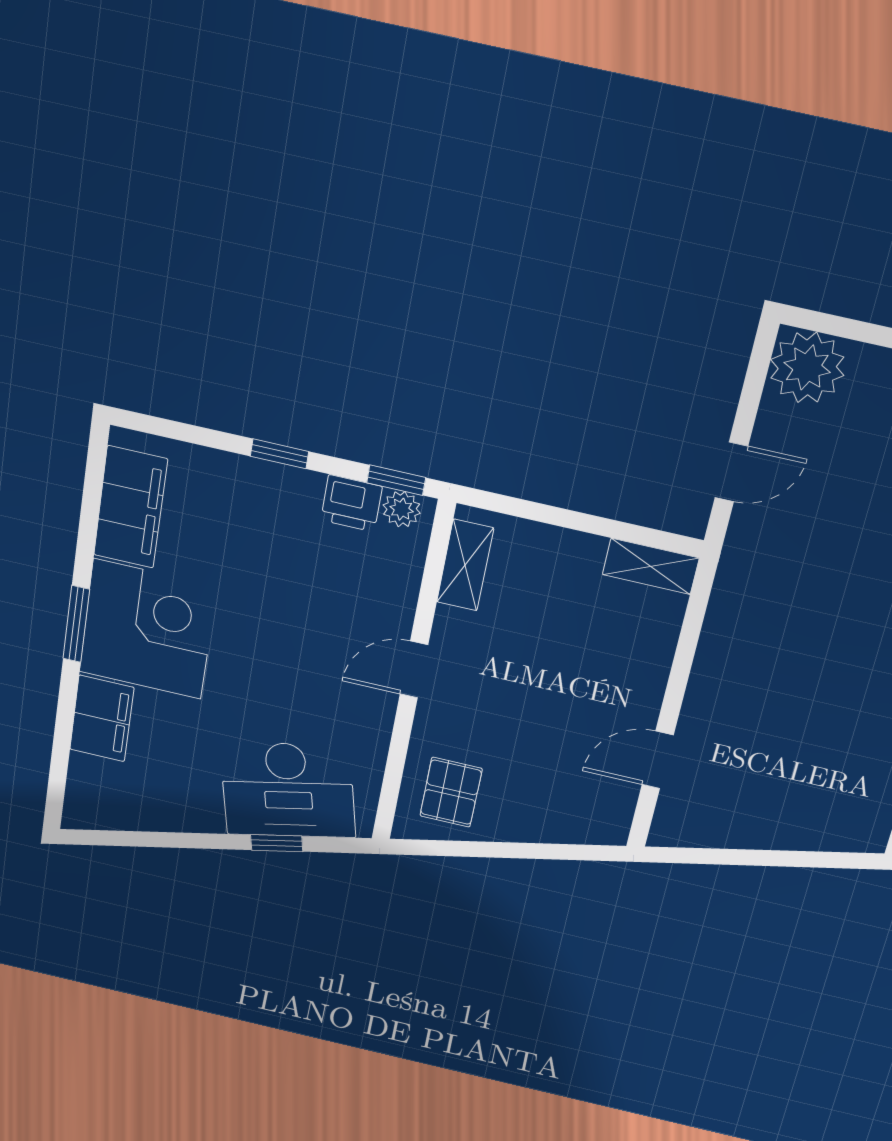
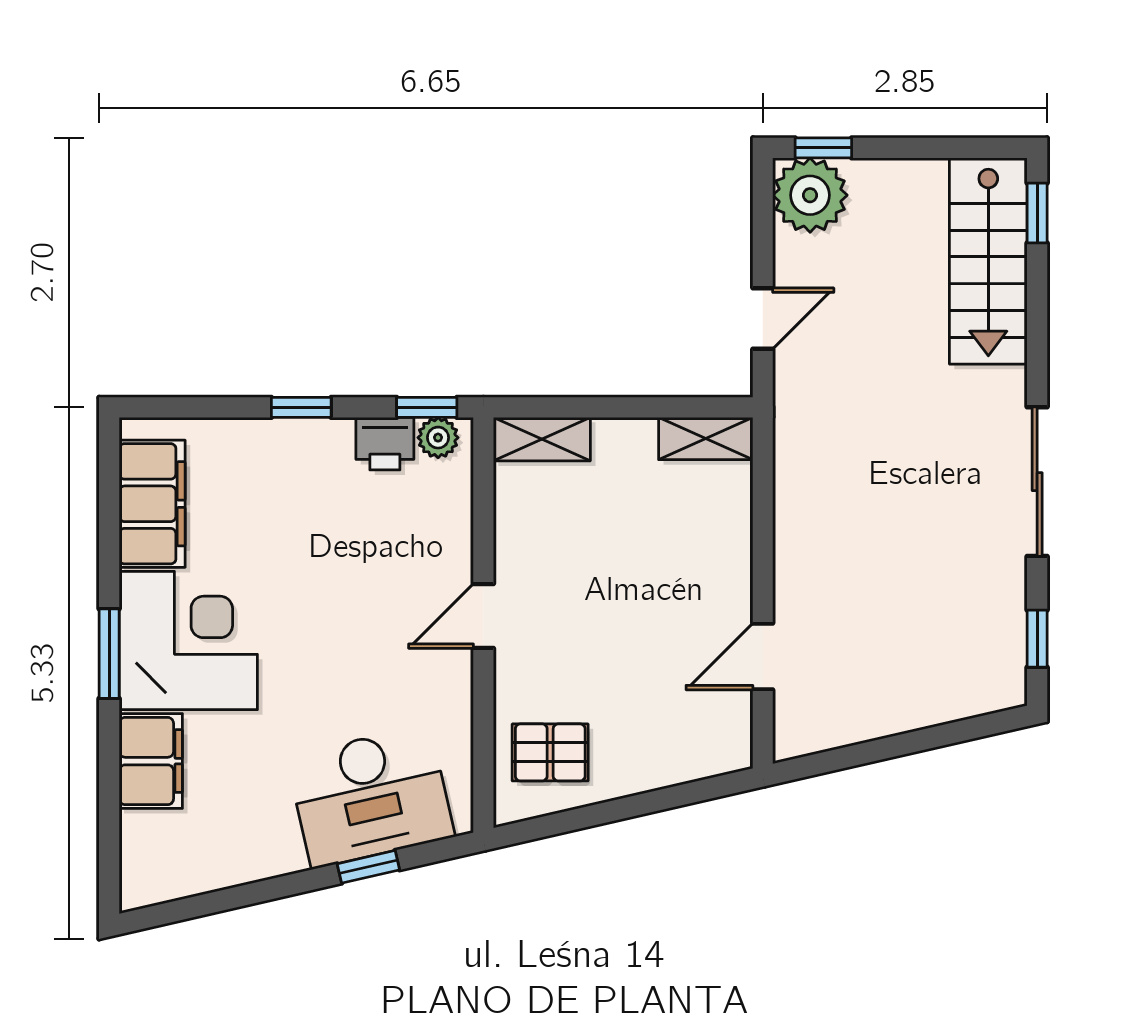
window: (833, 325) -> (823, 148), added
shelving: (465, 565) -> (542, 439), moved, turned 90
pallet: (451, 792) -> (550, 752), turned 90

